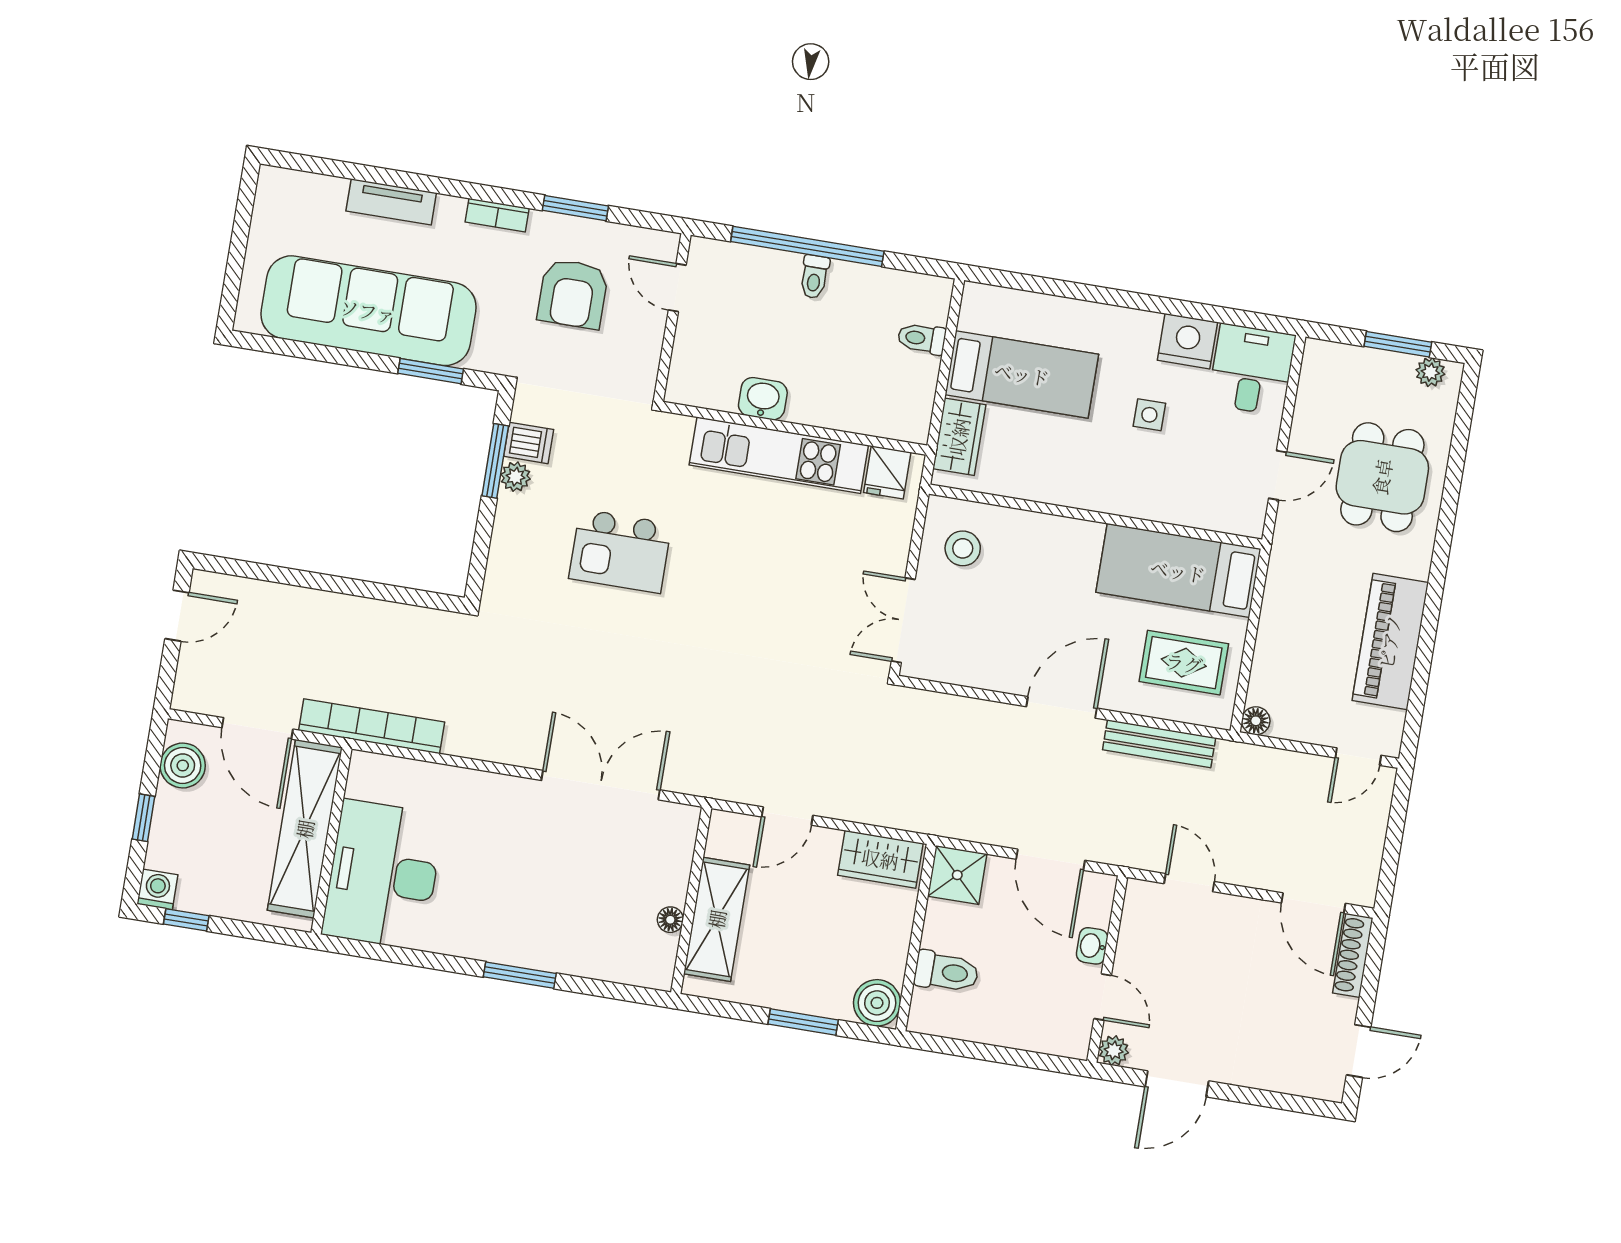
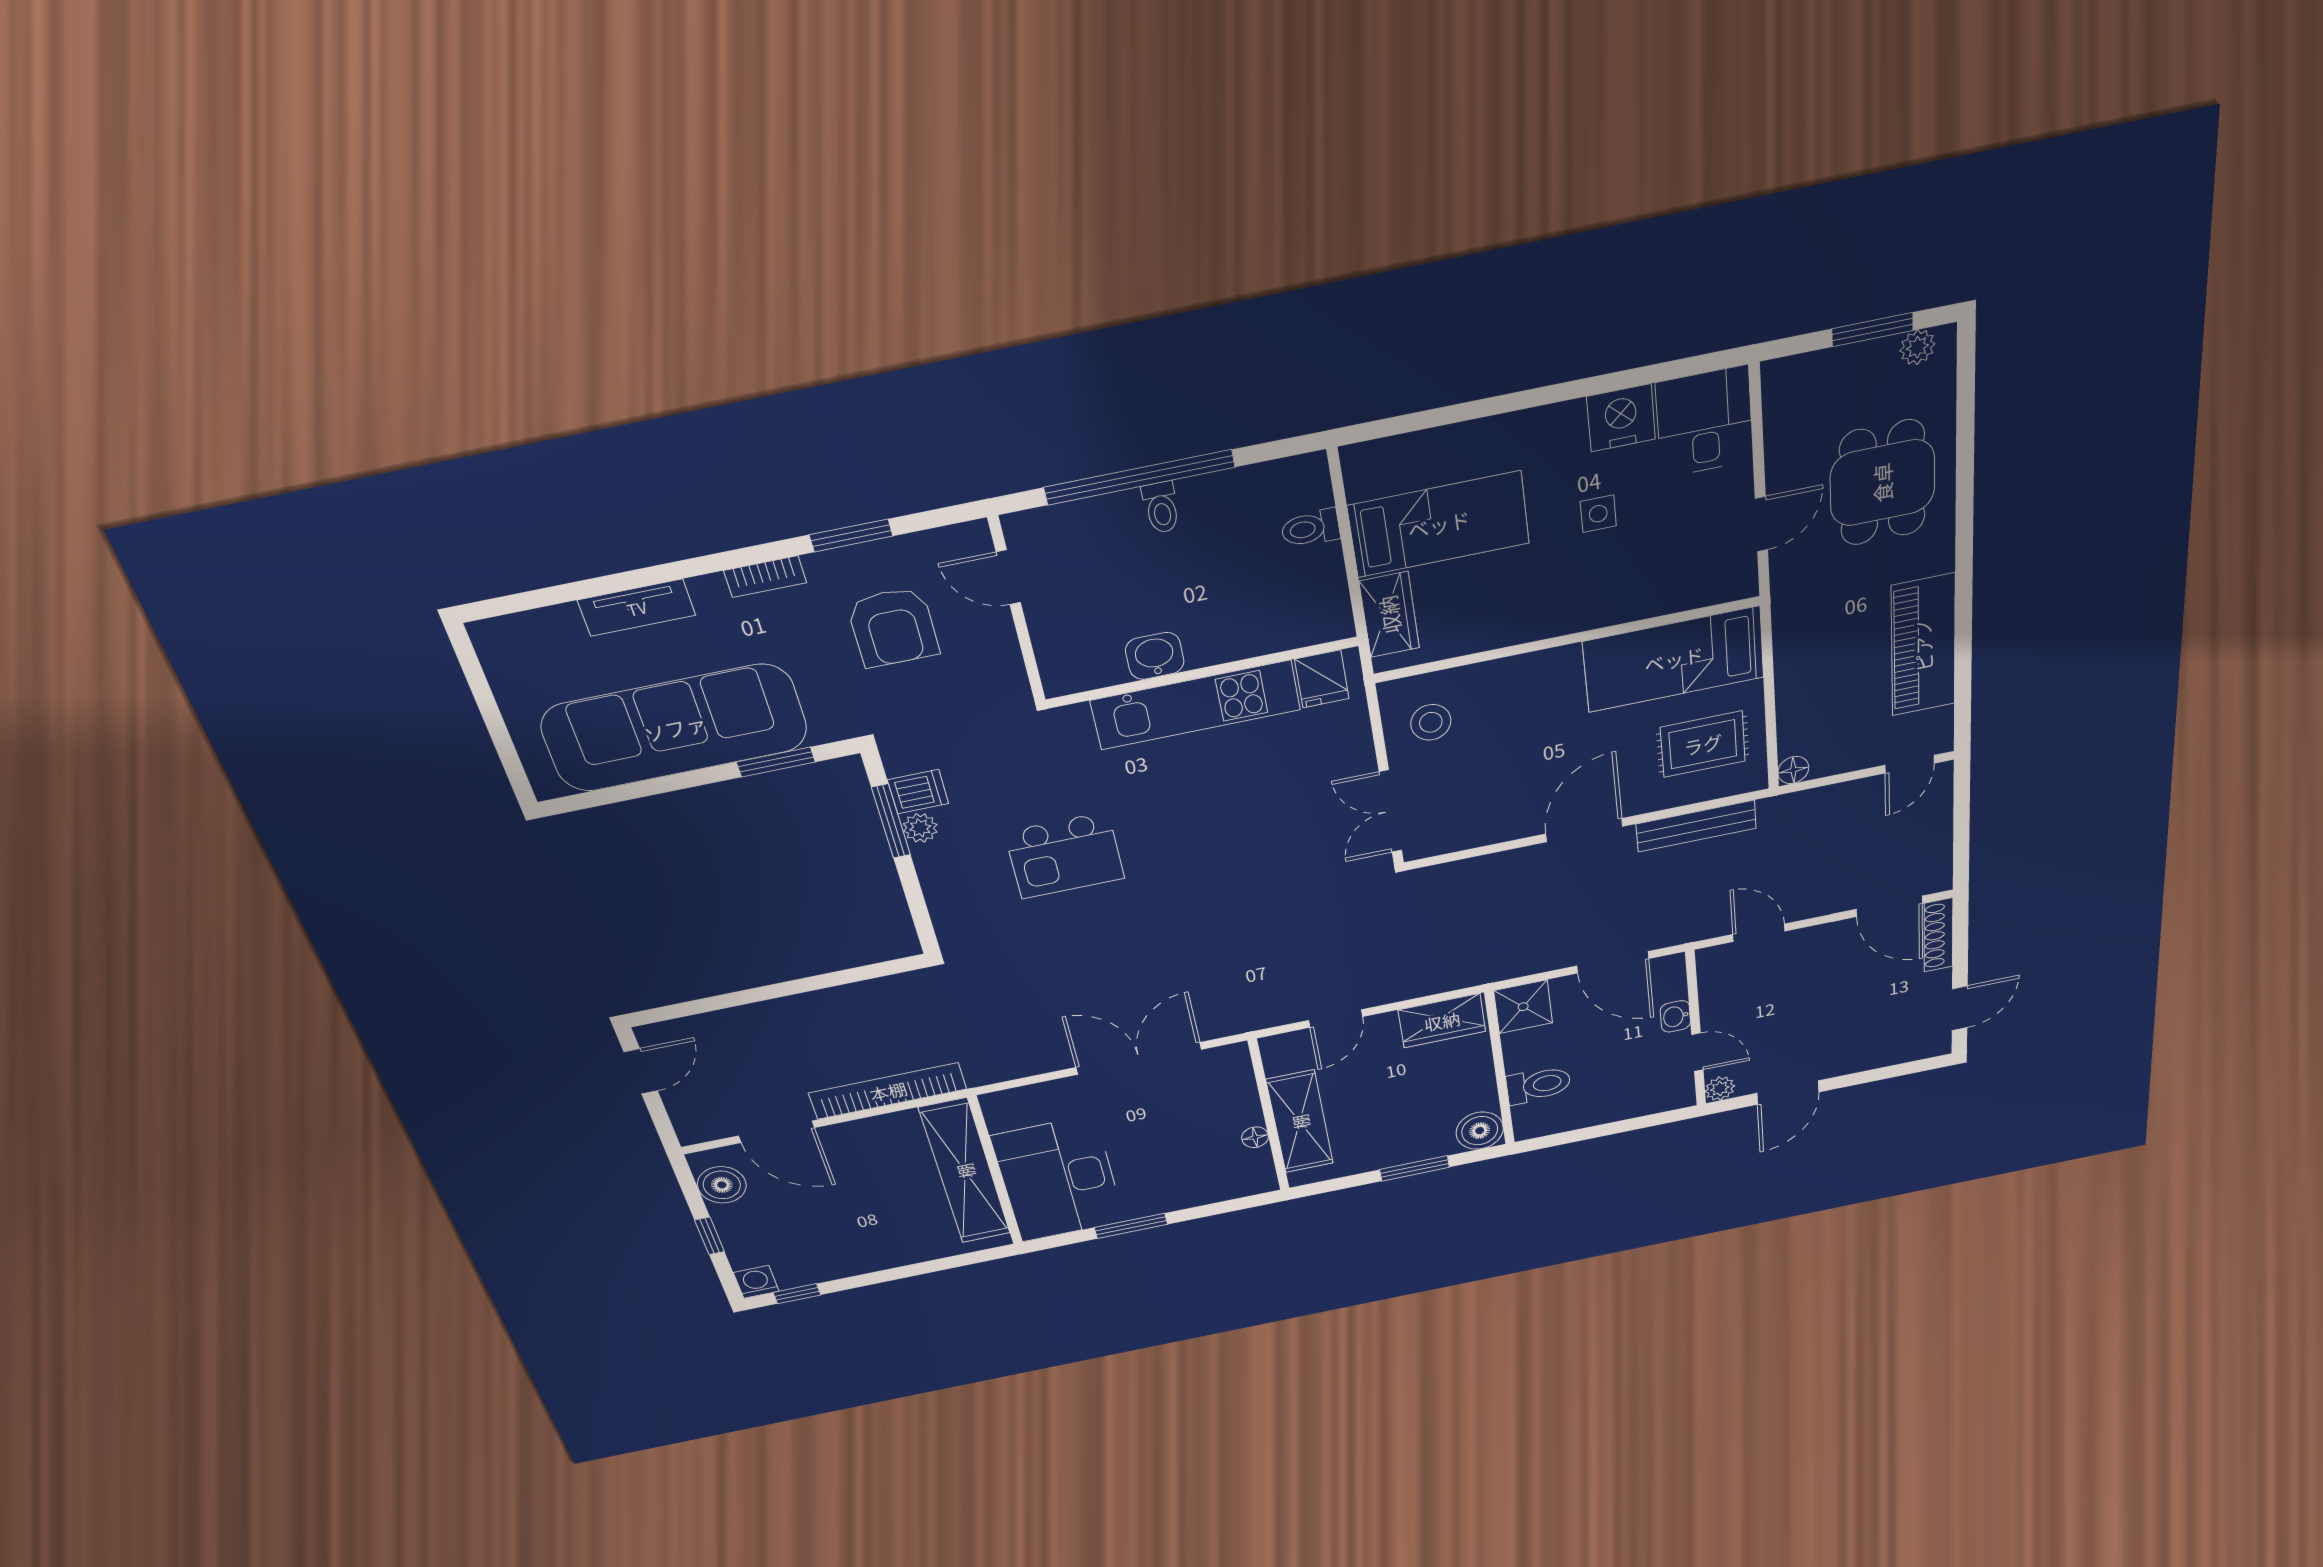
shelving: (305, 829) -> (965, 1171), moved
wall: (331, 841) -> (995, 1171), moved
desk: (383, 875) -> (1058, 1179), moved

